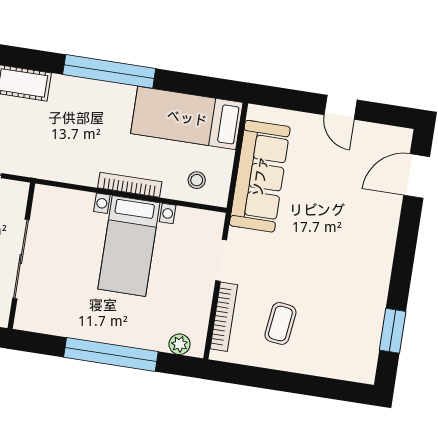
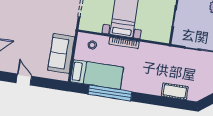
window: (109, 71) -> (110, 93), moved
sofa: (260, 176) -> (61, 54), width x0.73

